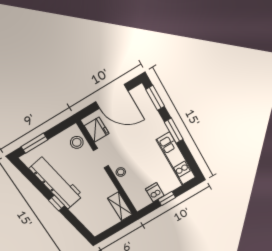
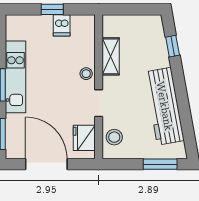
kitchen unit: (176, 159) -> (16, 77), moved
window: (56, 203) -> (173, 46), moved
shelving: (120, 206) -> (111, 56), moved

